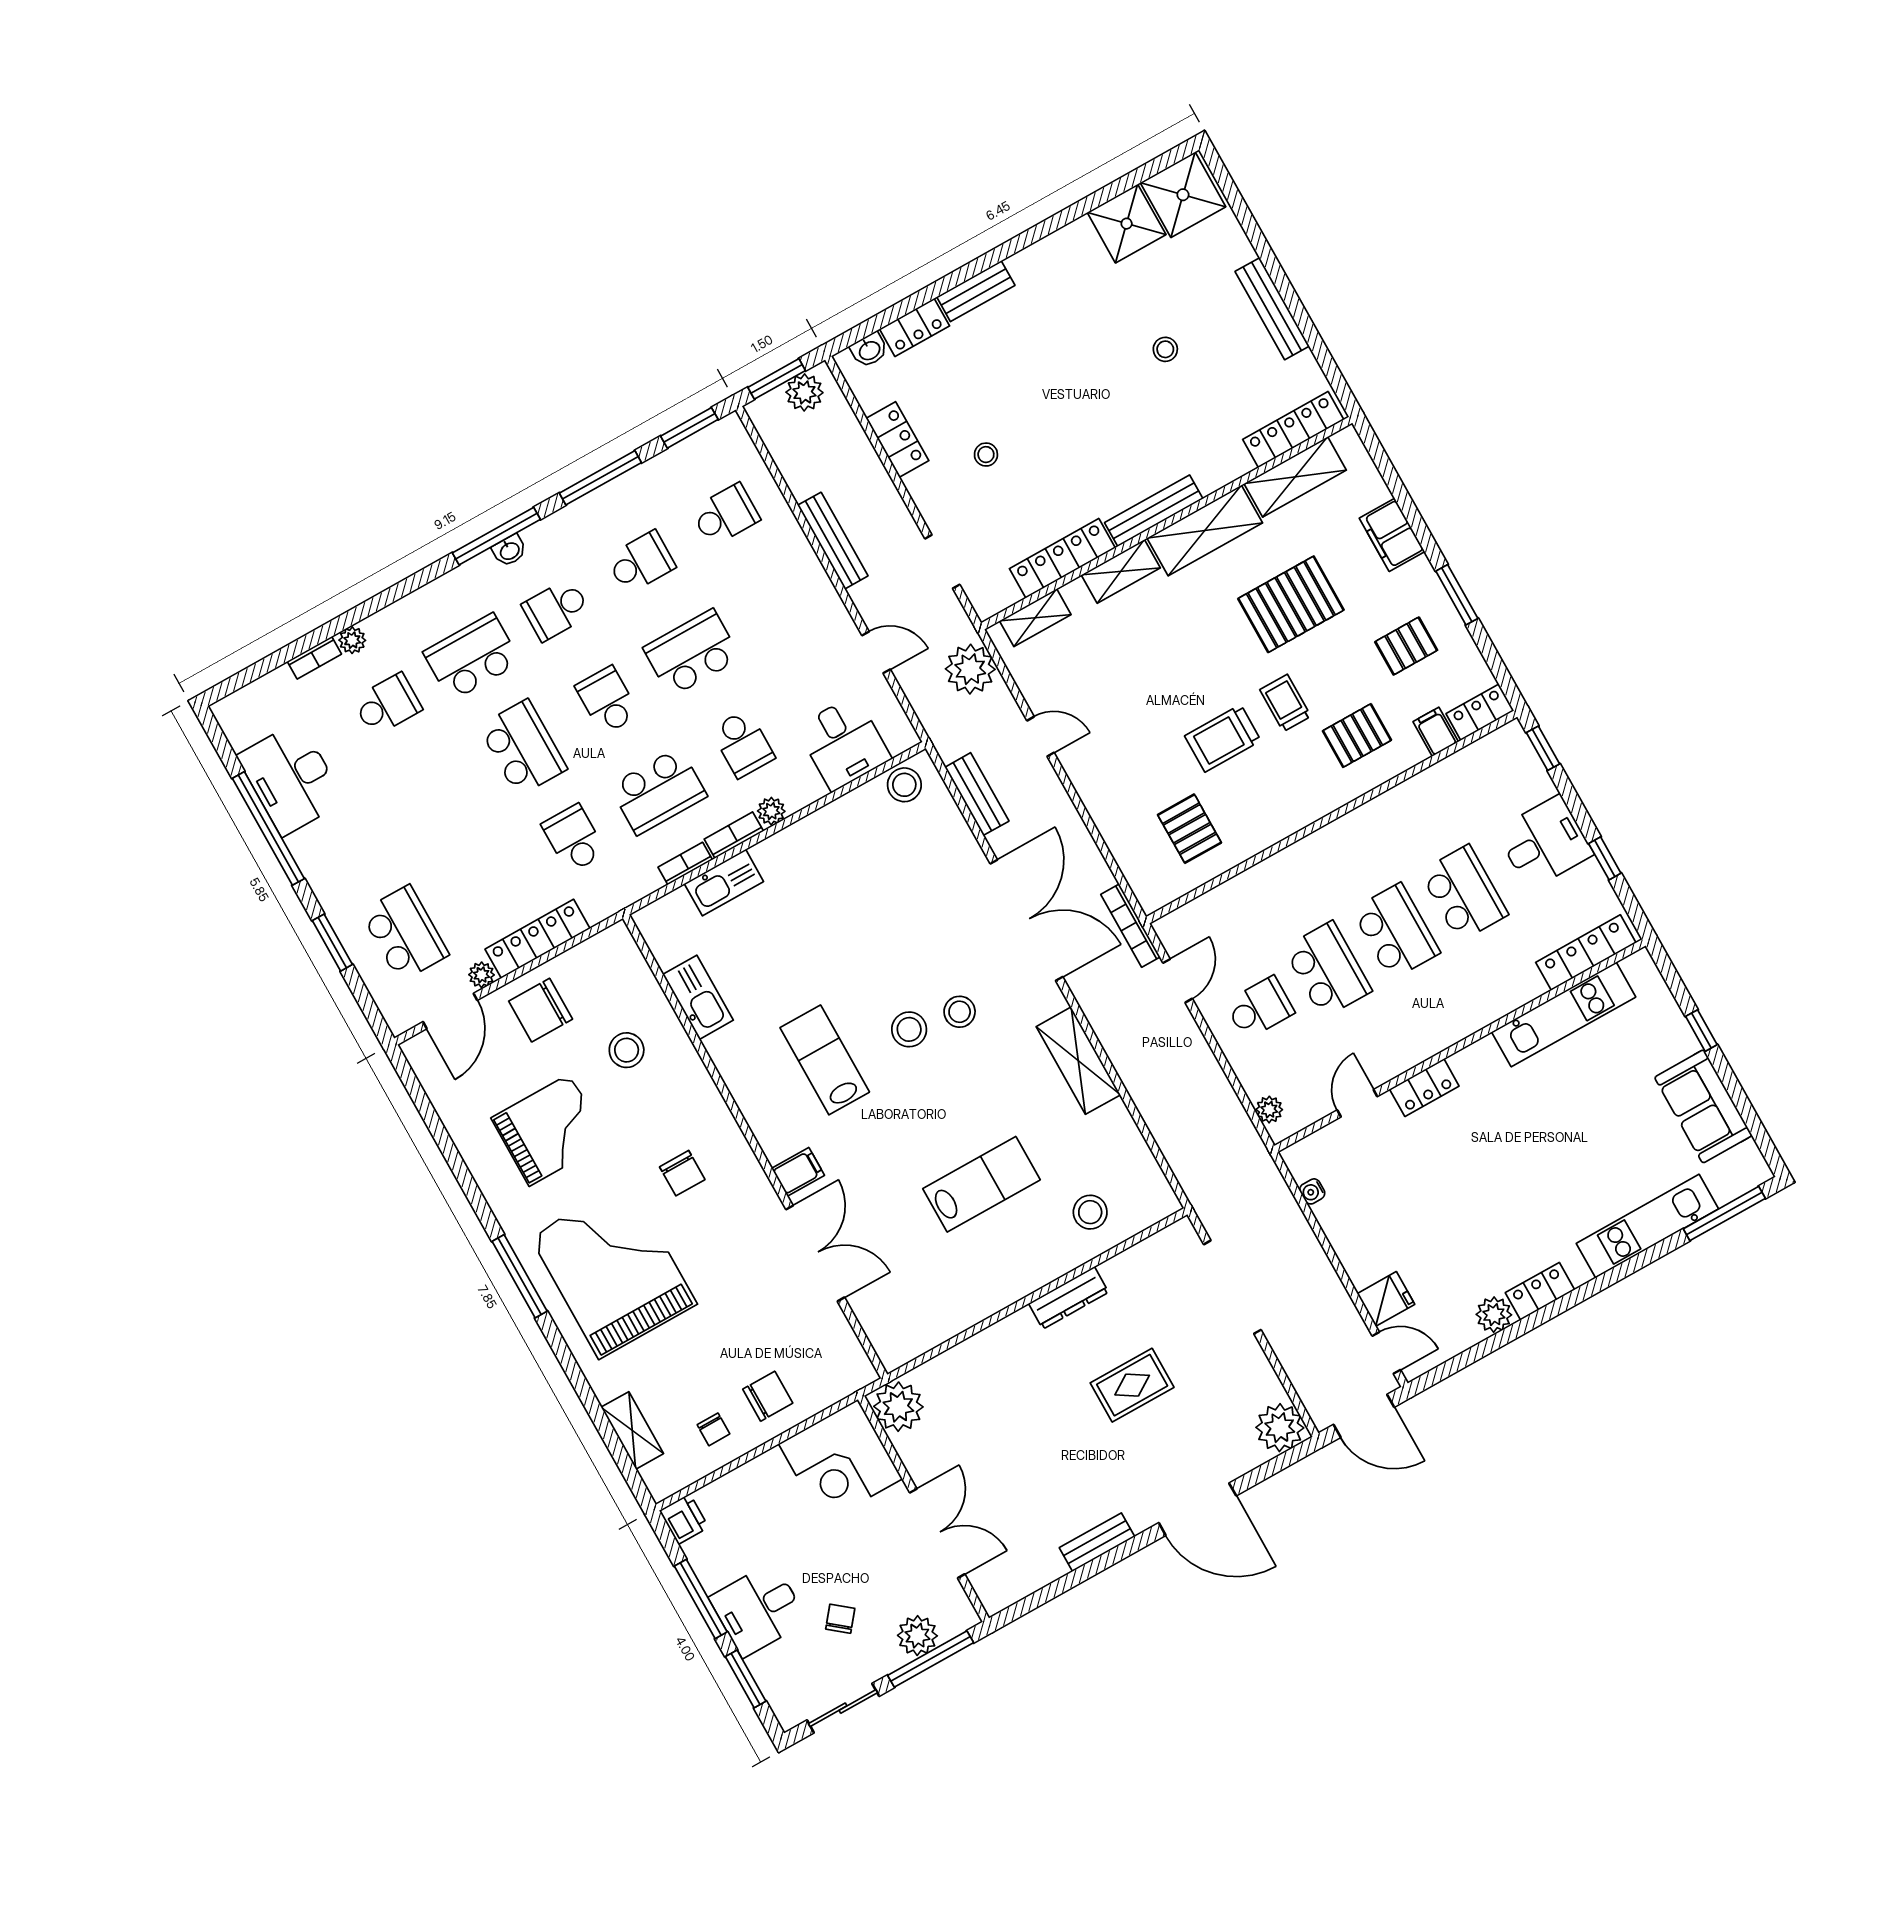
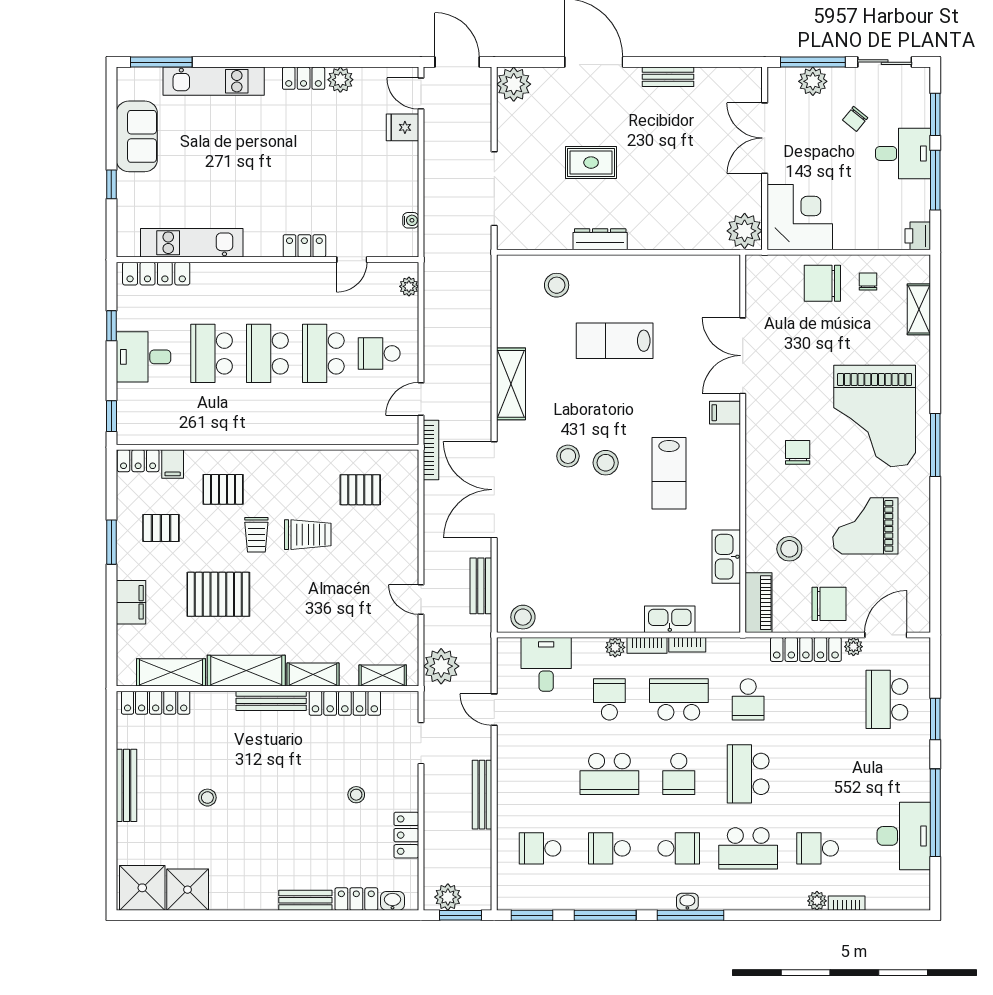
pallet: (1190, 829) -> (360, 490), turned 90
piano: (627, 964) -> (759, 603), added
chair: (768, 1396) -> (822, 283), width x1.37, depth x1.37

